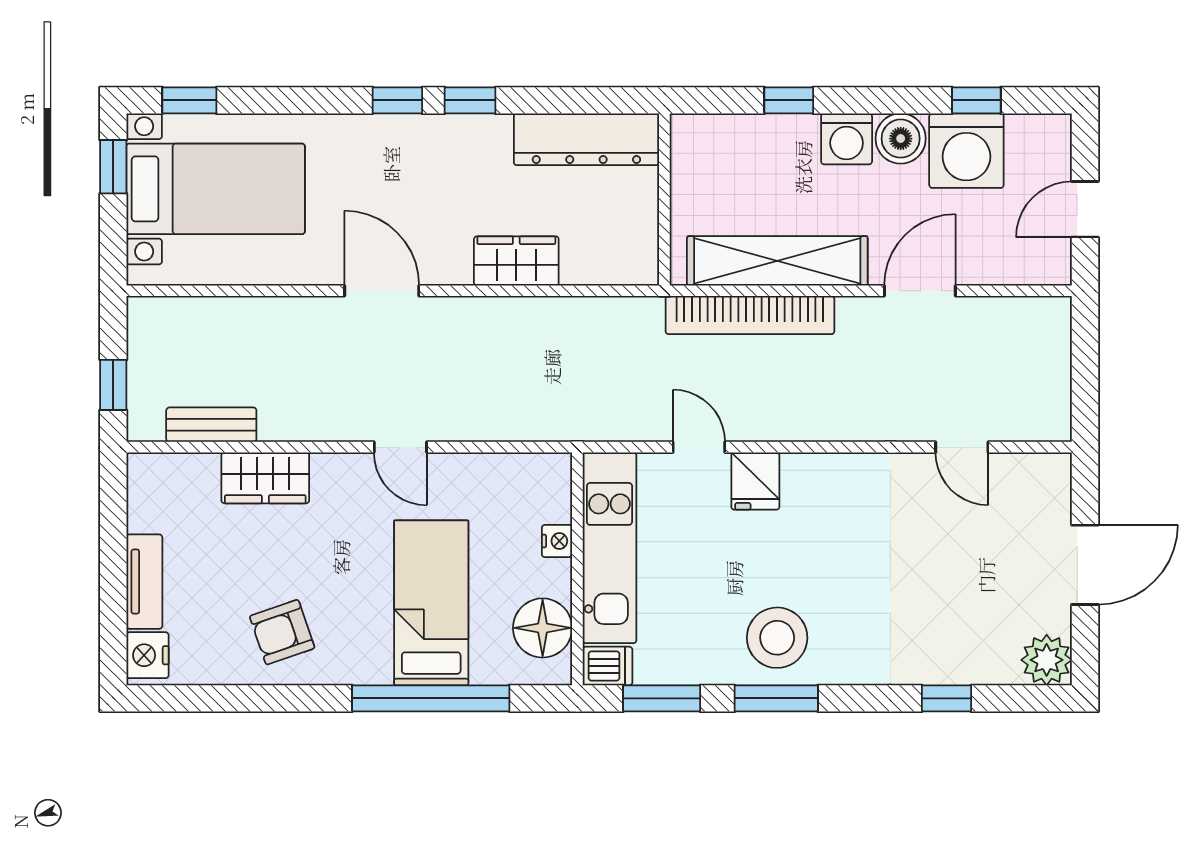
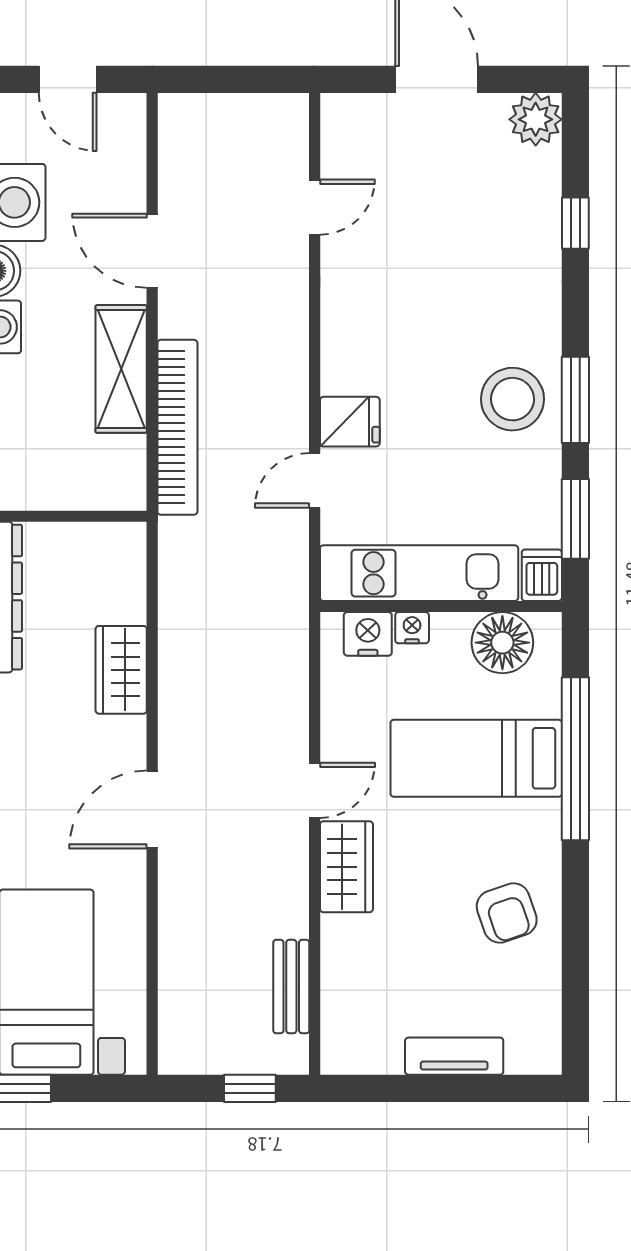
shelving: (777, 261) -> (121, 369), width x0.68
wardrobe: (265, 478) -> (346, 867), moved
nightstand: (147, 655) -> (368, 634), moved, turned 180

